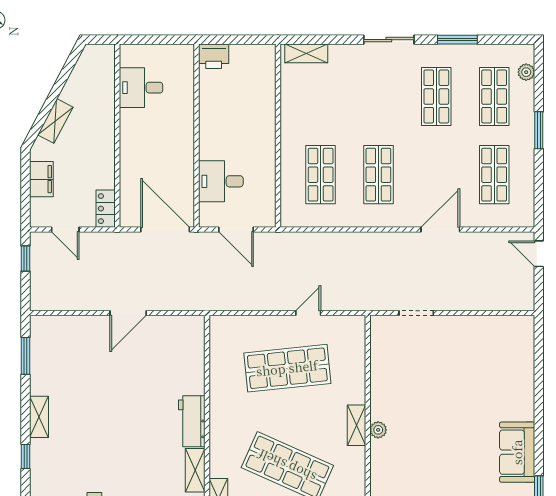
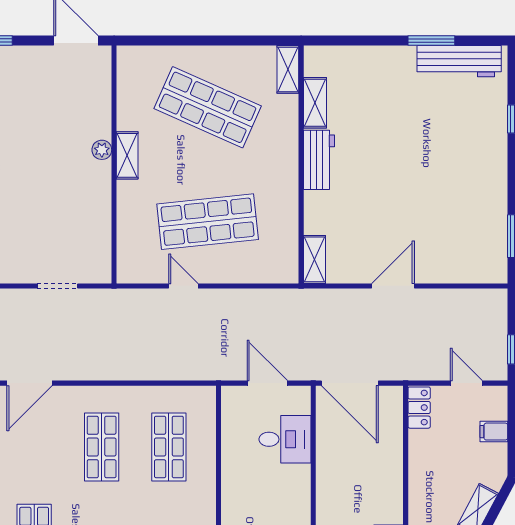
filing cabinet: (41, 179) -> (494, 432), width x0.50
door: (308, 313) -> (183, 286), swing flipped
shelving: (39, 417) -> (314, 259), moved

